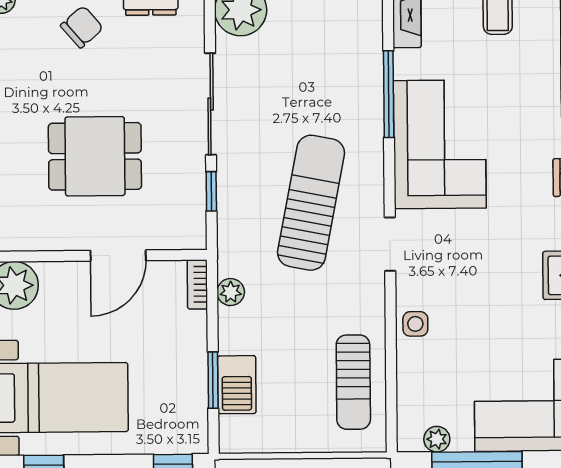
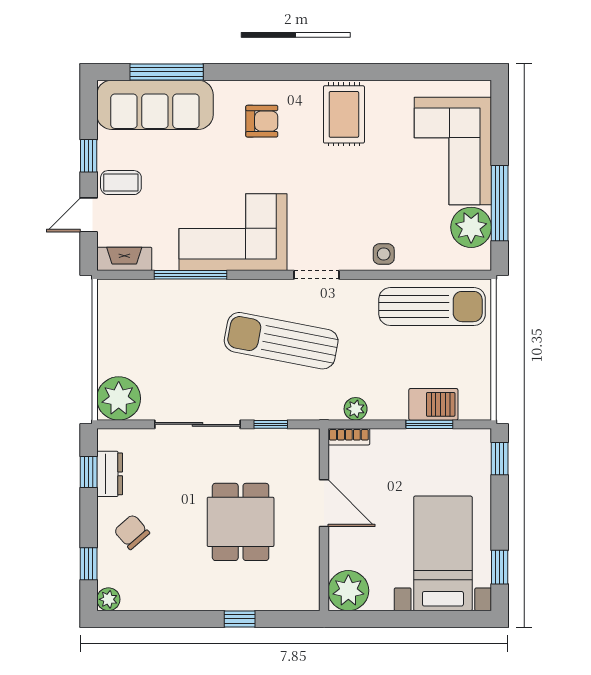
sun lounger: (353, 382) -> (432, 307), width x1.36, depth x1.34
plant: (437, 439) -> (471, 227), width x1.87, depth x1.87

